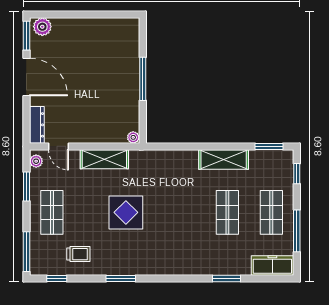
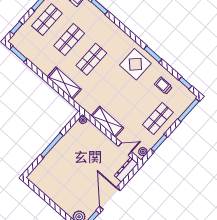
door: (58, 146) -> (125, 149), hinge flipped
shelving: (224, 160) -> (64, 83), moved
display table: (126, 212) -> (135, 64), moved
shop shelf: (184, 212) -> (91, 59), added

